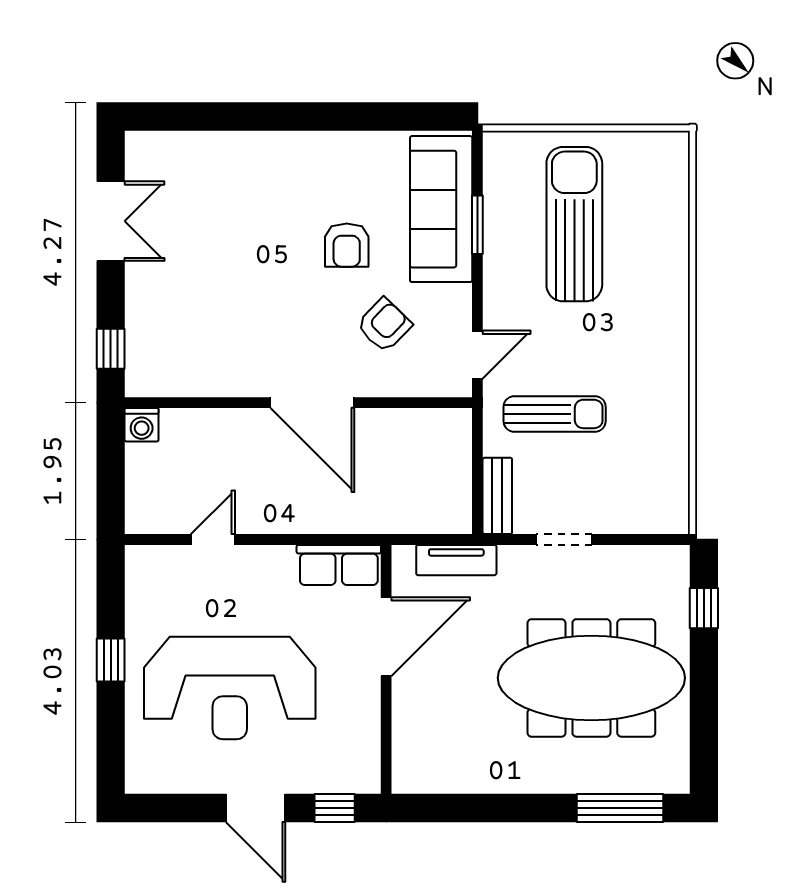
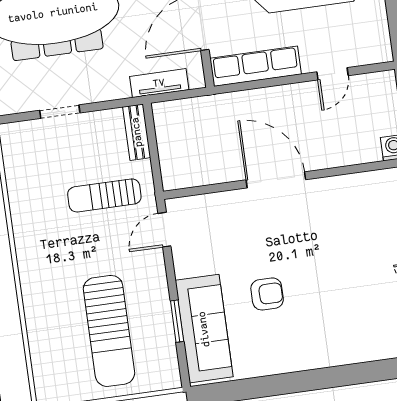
armchair: (347, 245) -> (267, 294), turned 90
armchair: (384, 325) -> (233, 241), removed
doorway: (564, 539) -> (60, 112), moved
row of seats: (339, 565) -> (256, 66), width x1.48

